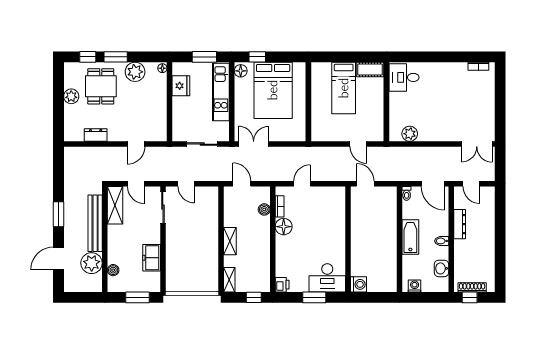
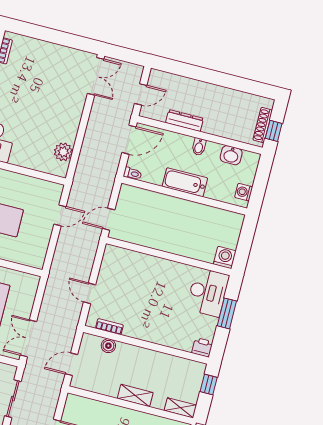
floor lamp: (284, 227) -> (134, 328), removed

